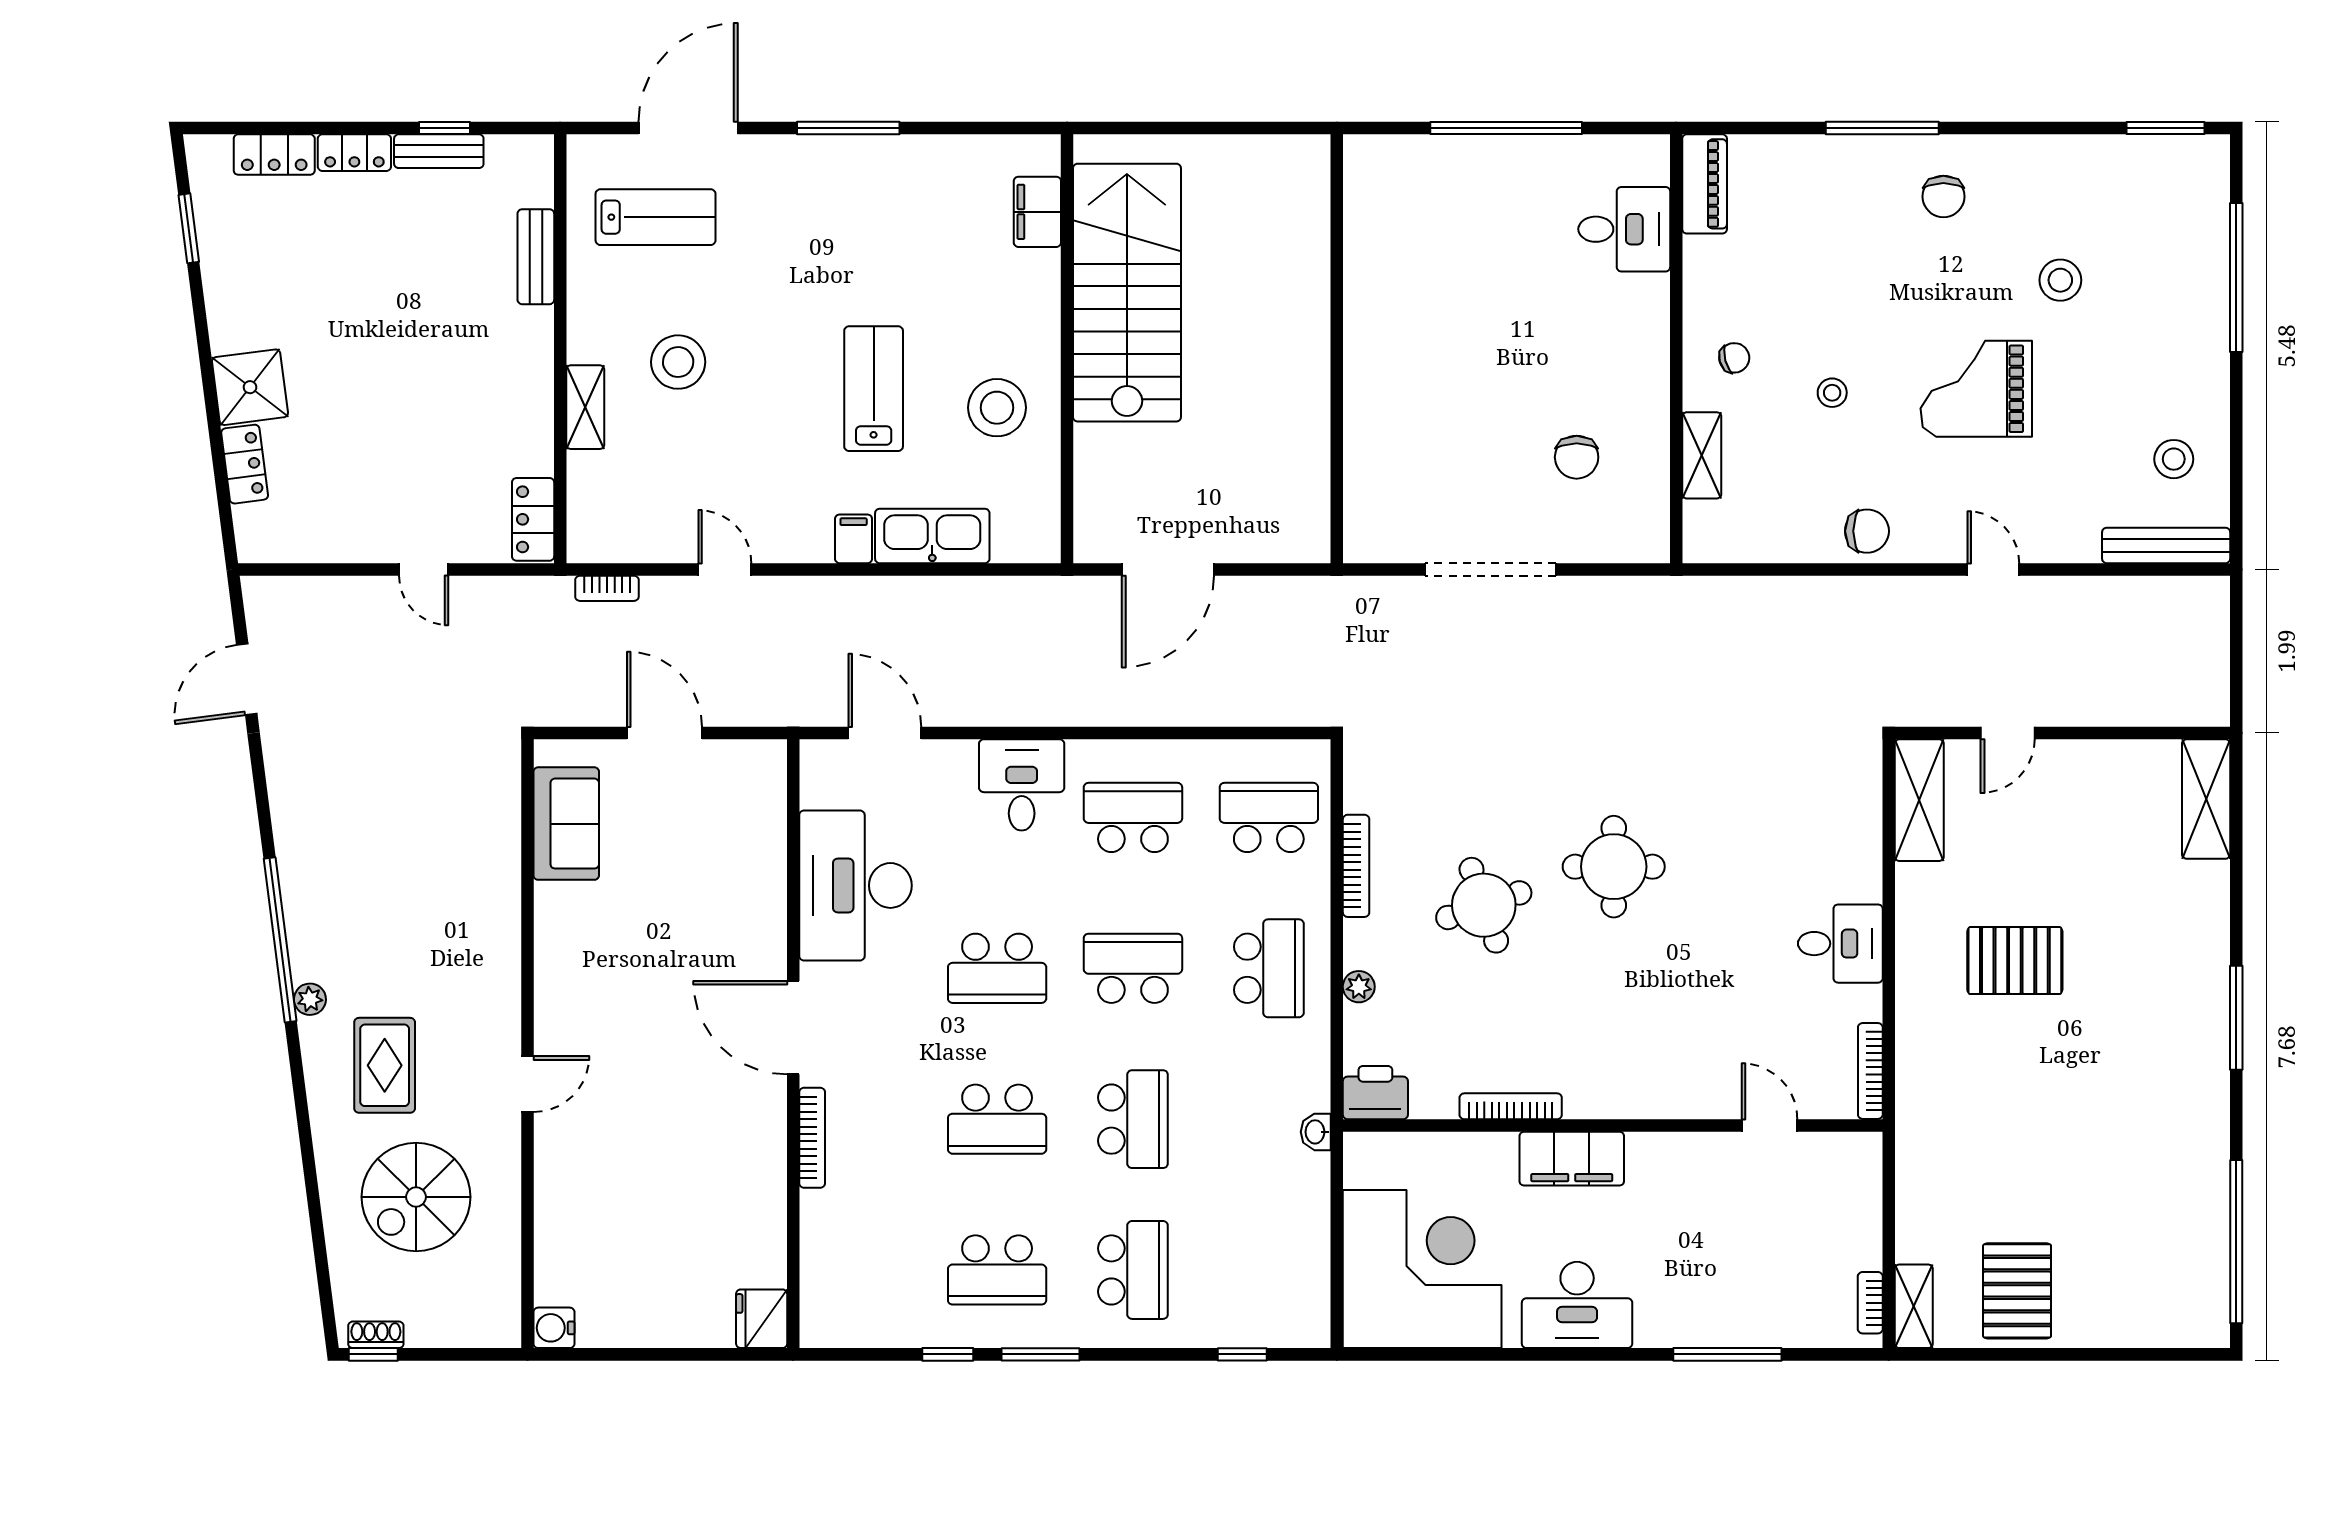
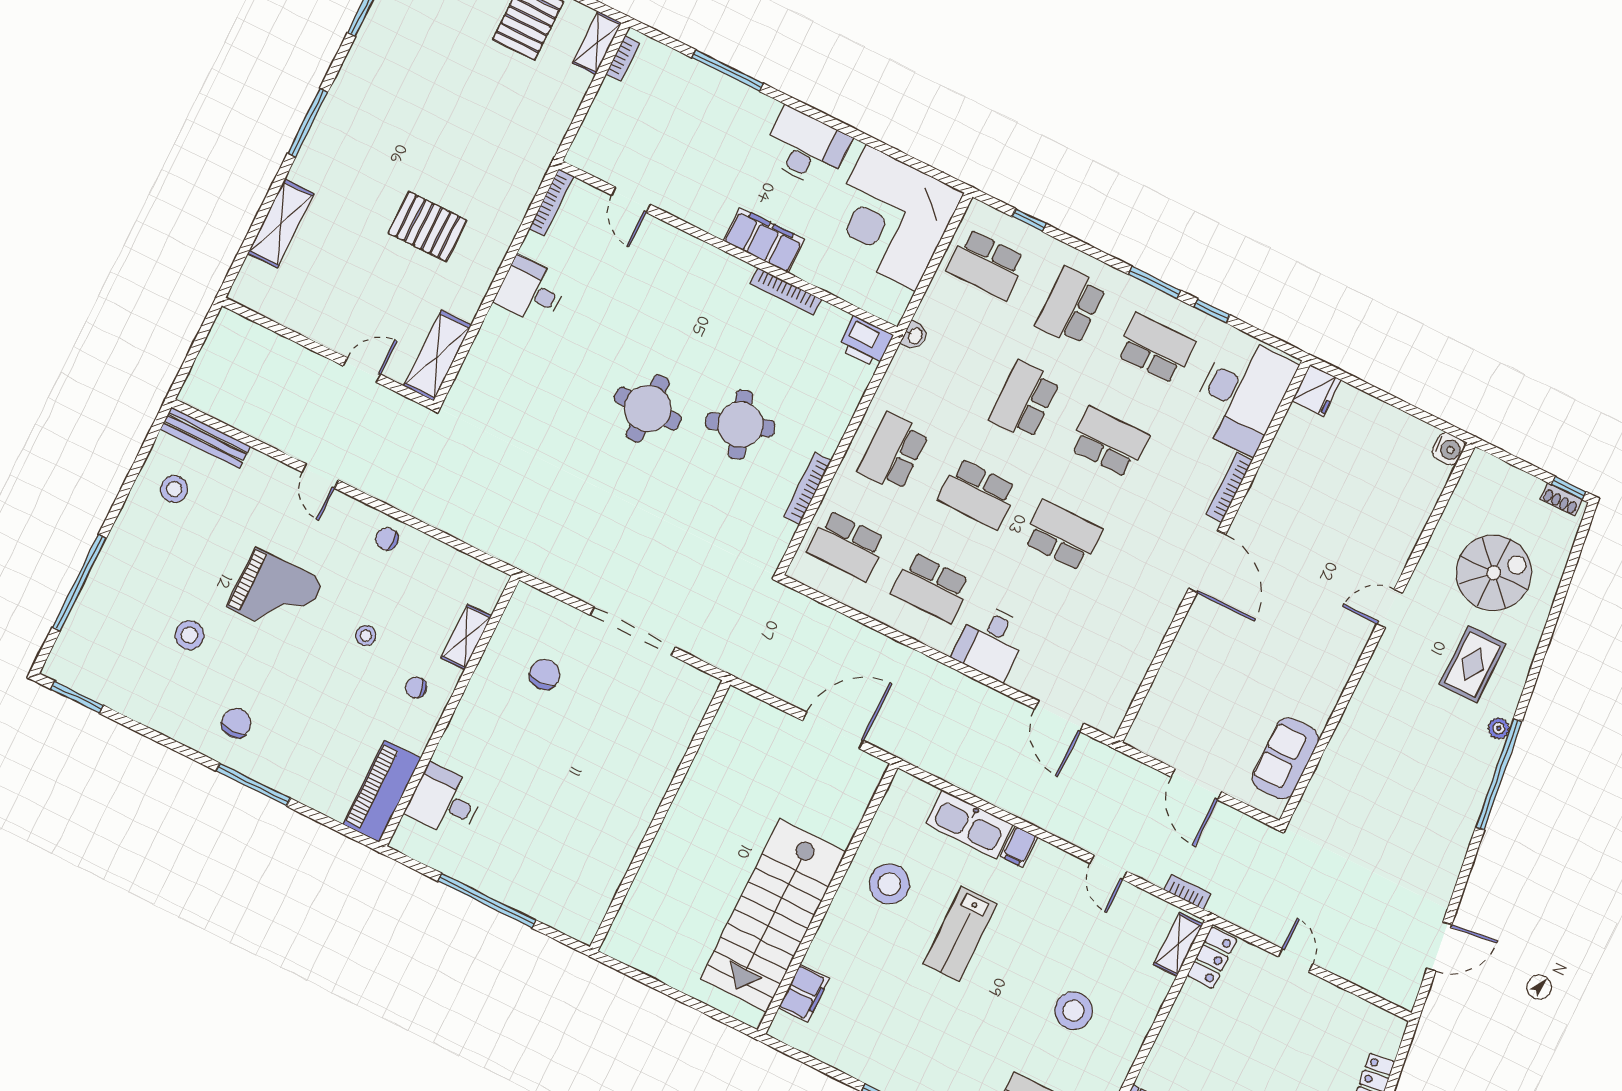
piano: (1705, 184) -> (382, 791), width x1.37, depth x1.33
shelving: (585, 407) -> (1178, 944), moved
chair: (1867, 531) -> (387, 539), width x0.73, depth x0.73
shelving: (2206, 799) -> (281, 223), moved
desk: (856, 885) -> (1242, 394), moved
plant: (1359, 987) -> (843, 413), removed
school desk: (1269, 1270) -> (986, 264), added

